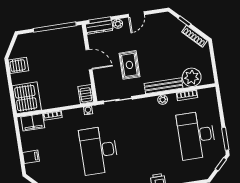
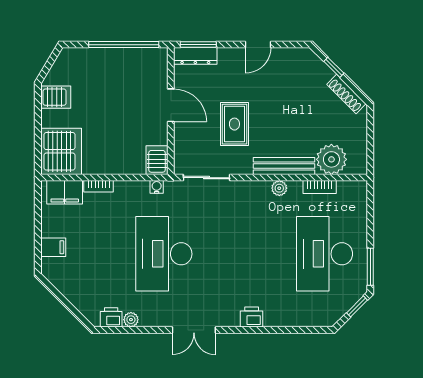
plant: (118, 24) -> (226, 55), removed

